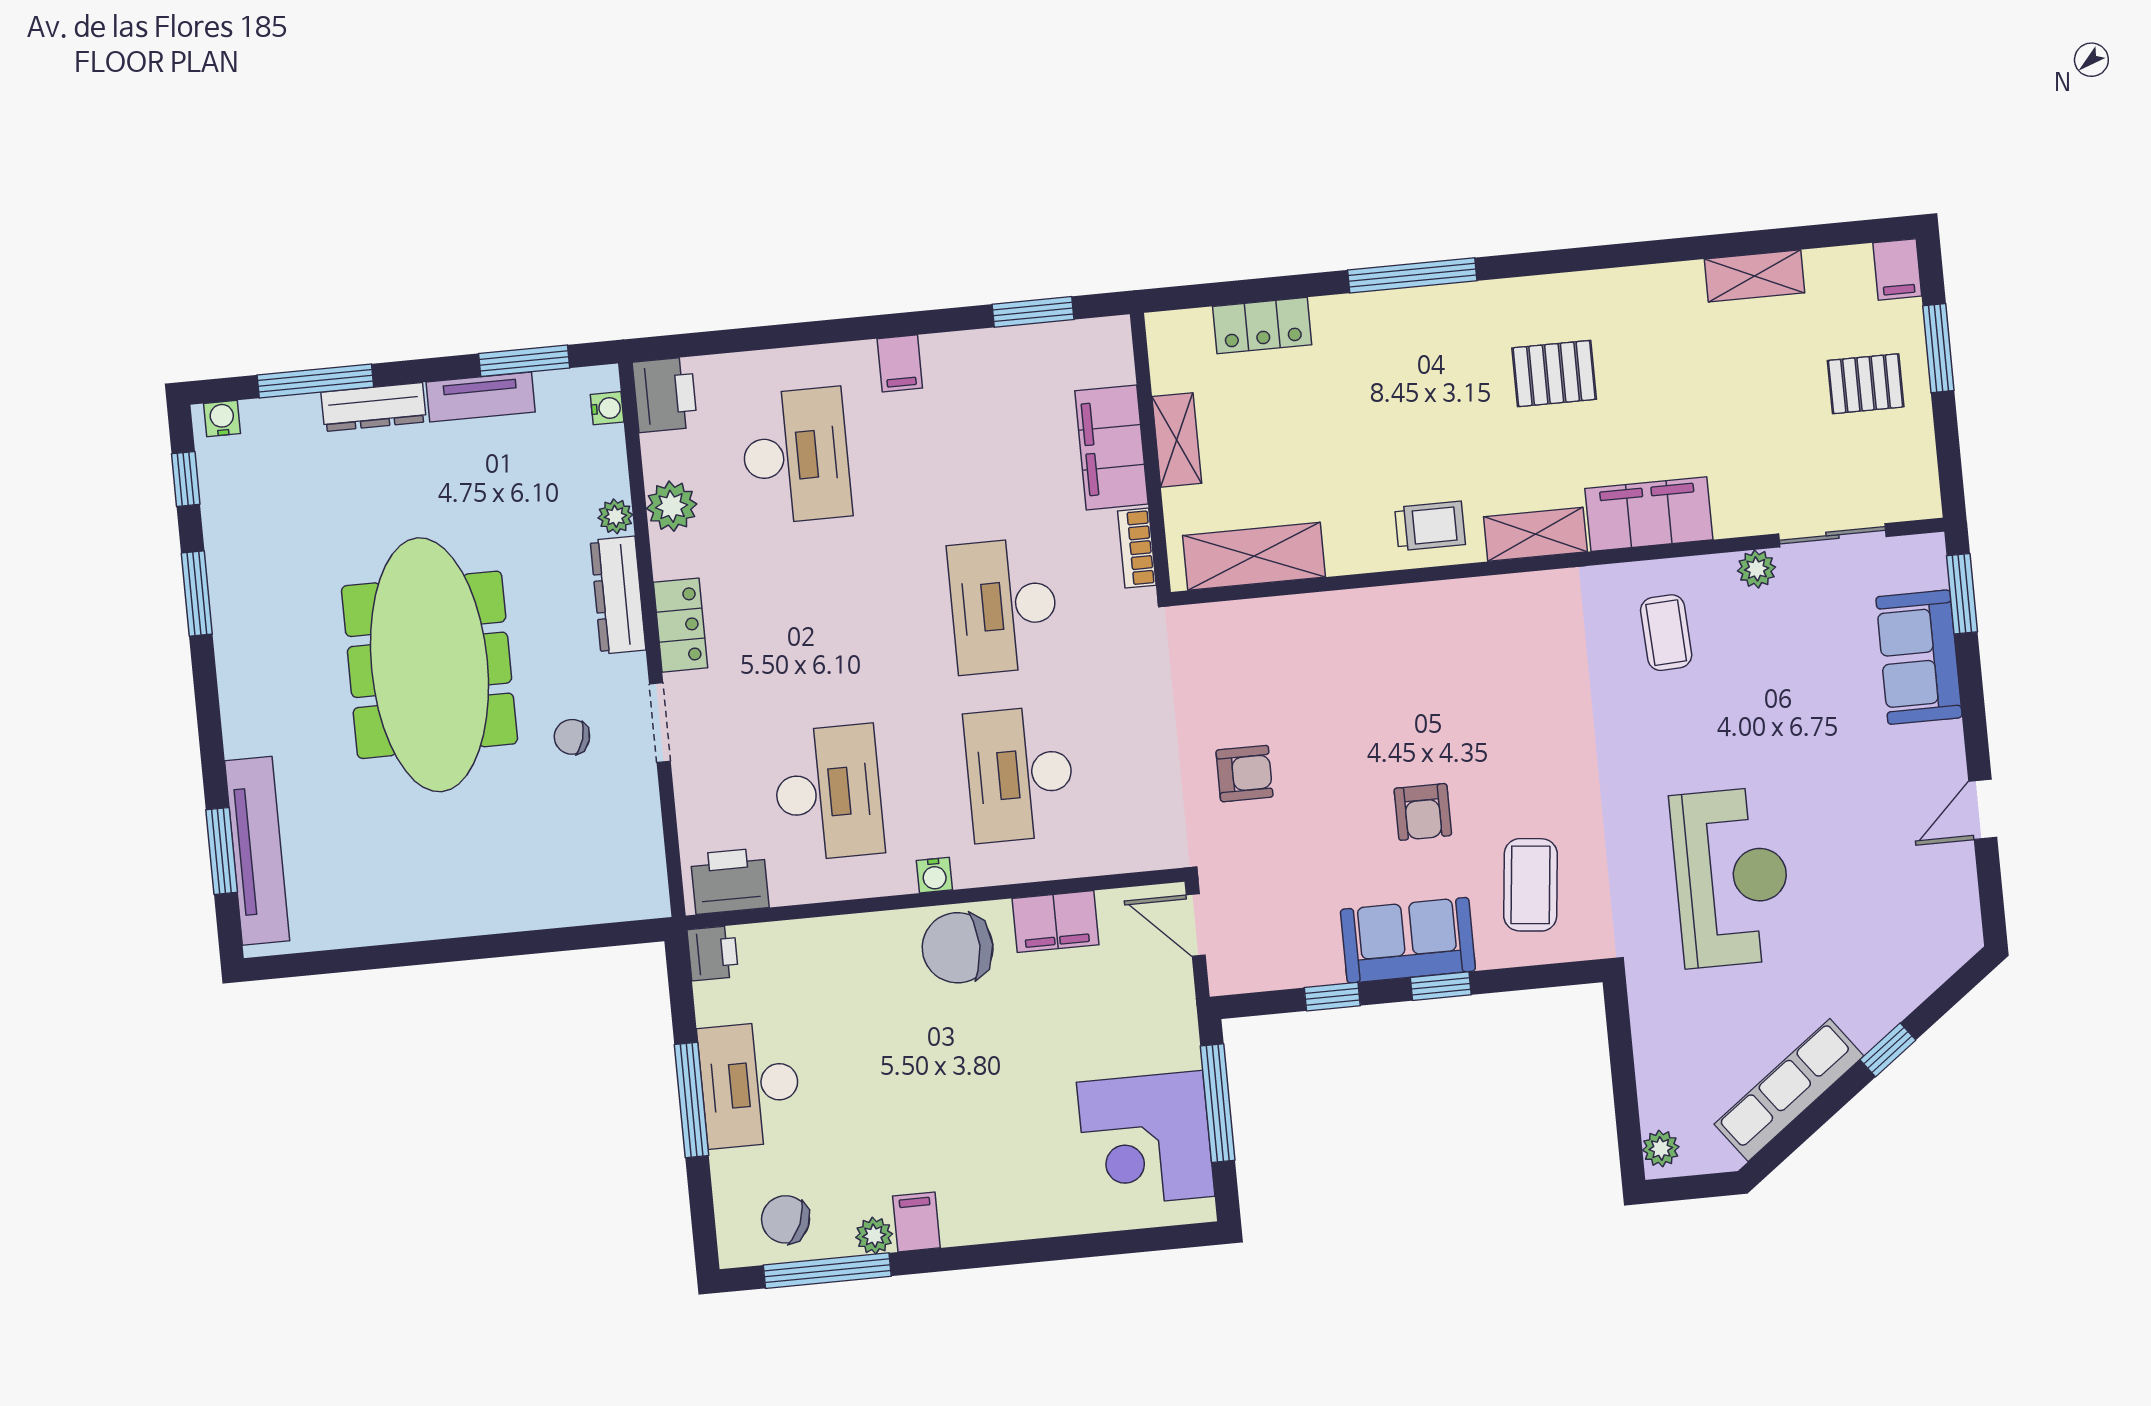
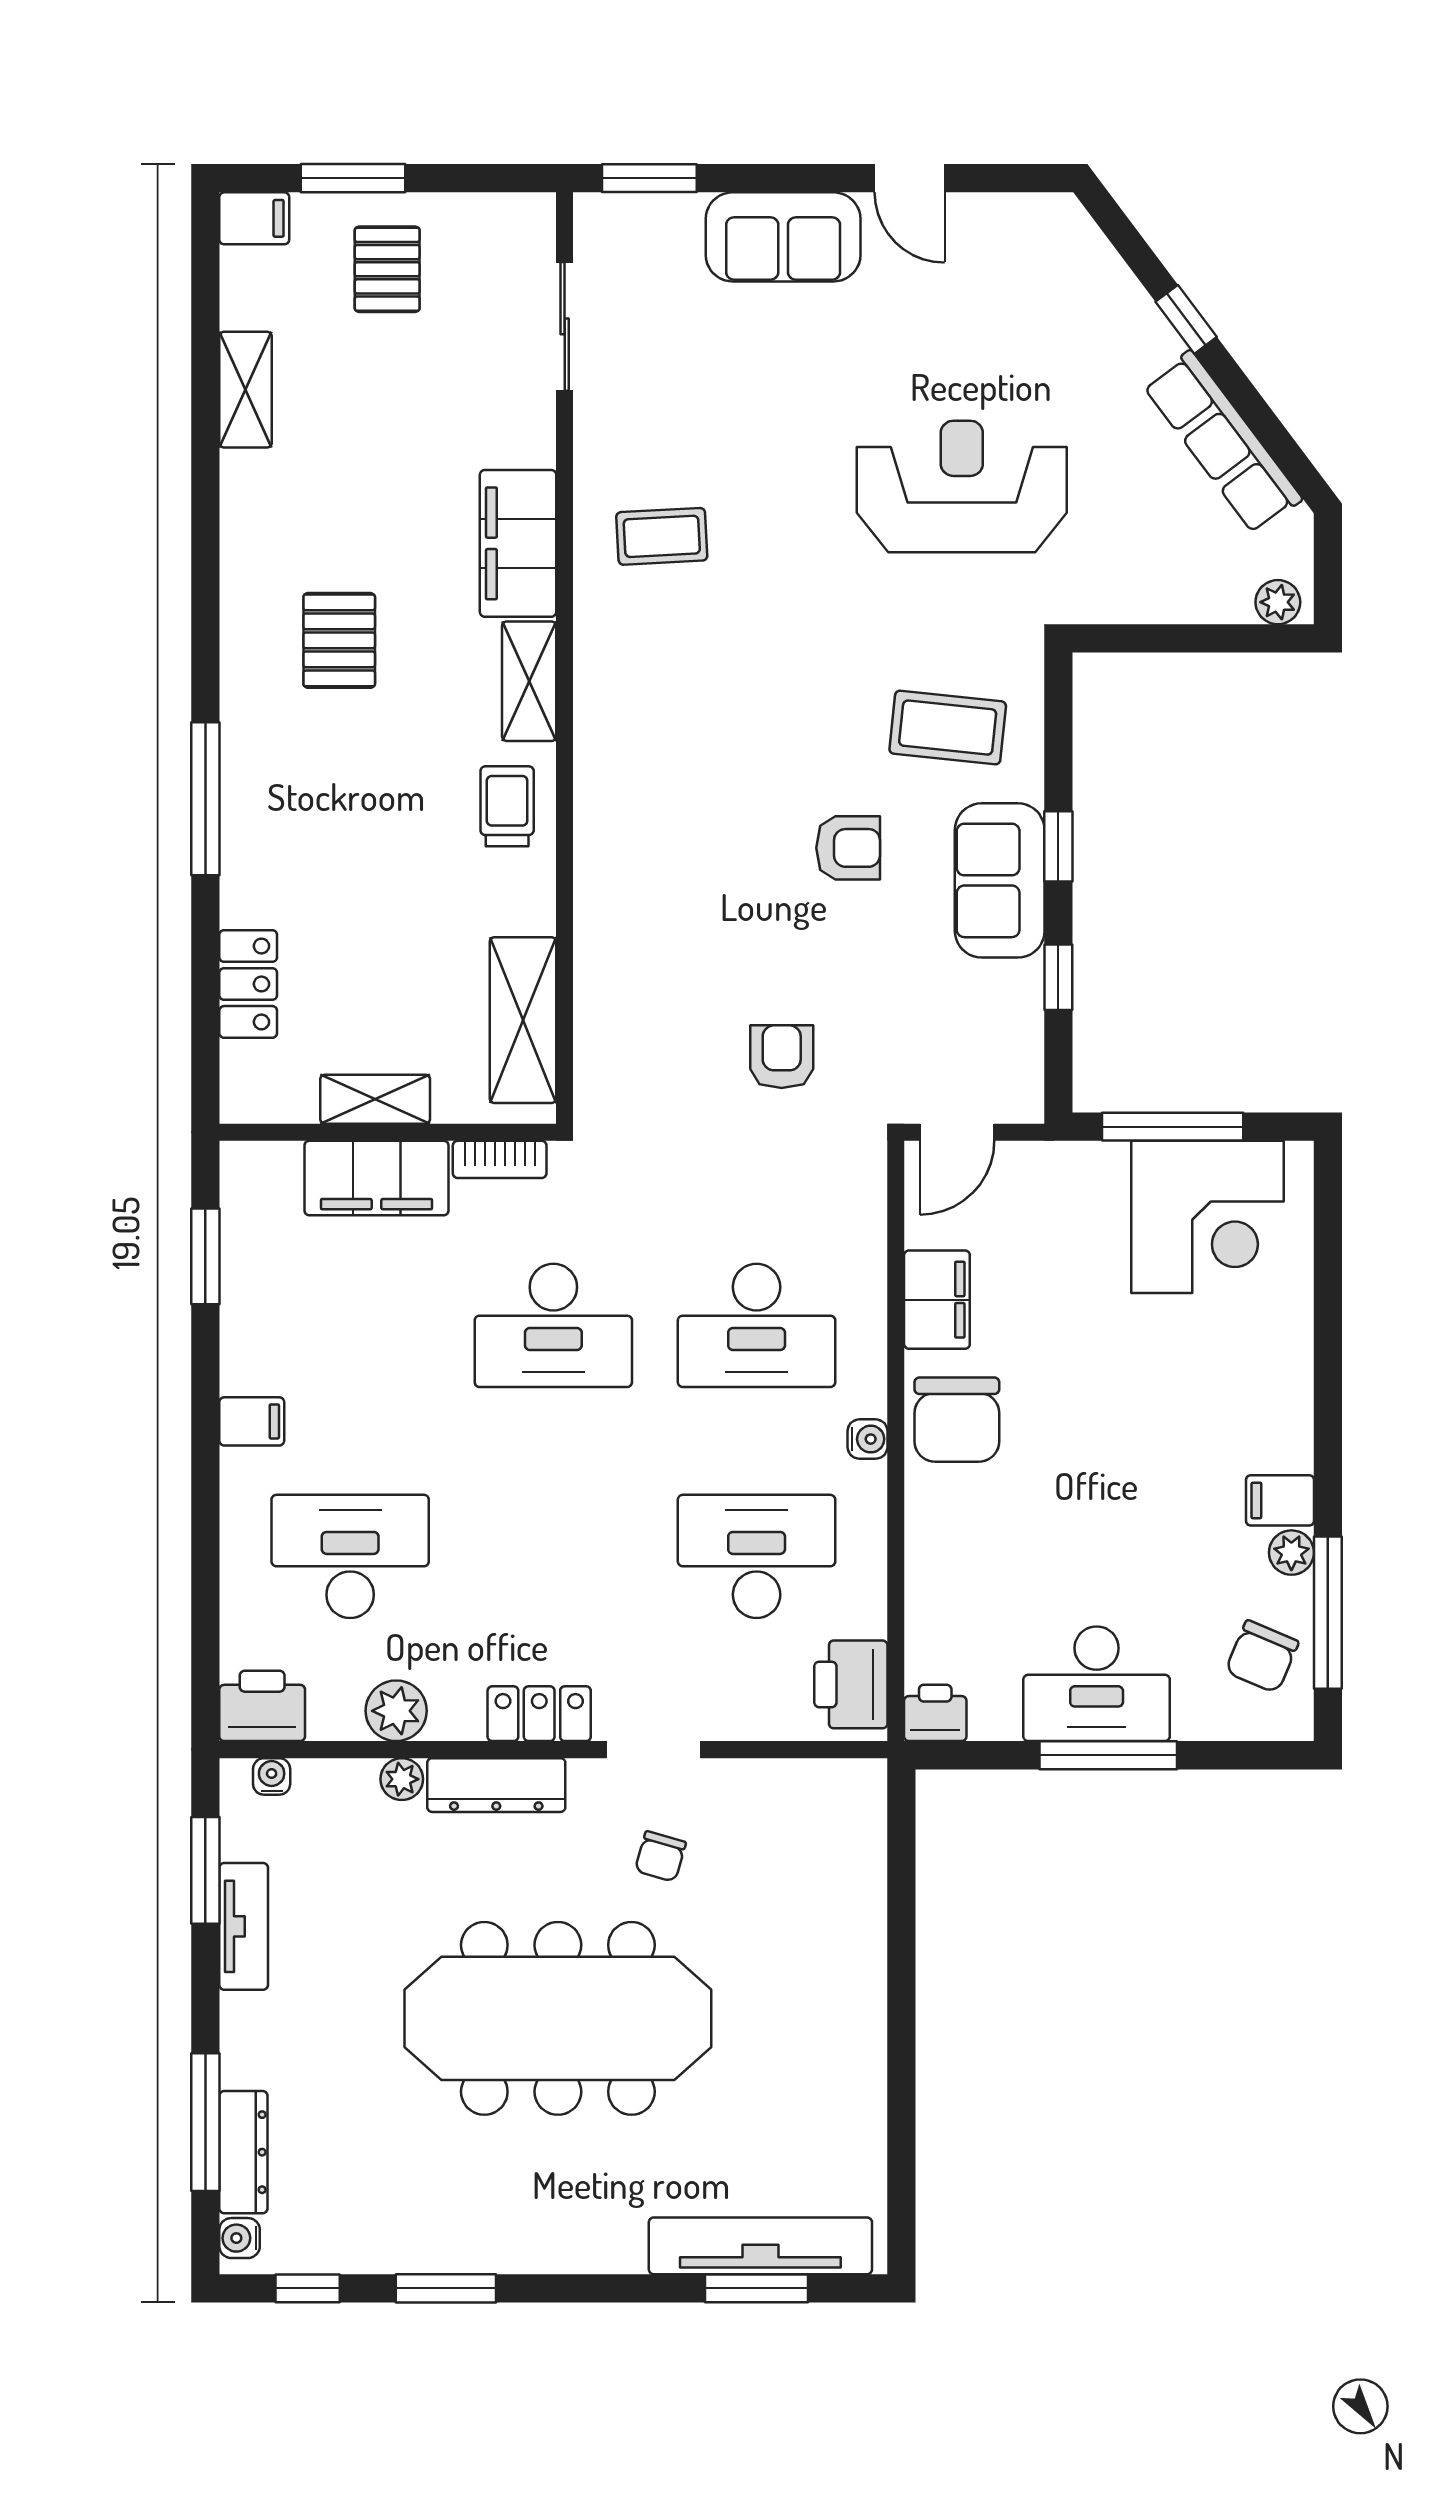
dresser: (374, 407) -> (243, 2152), moved
plant: (1757, 569) -> (596, 421), removed
sofa: (1919, 657) -> (783, 237), moved

